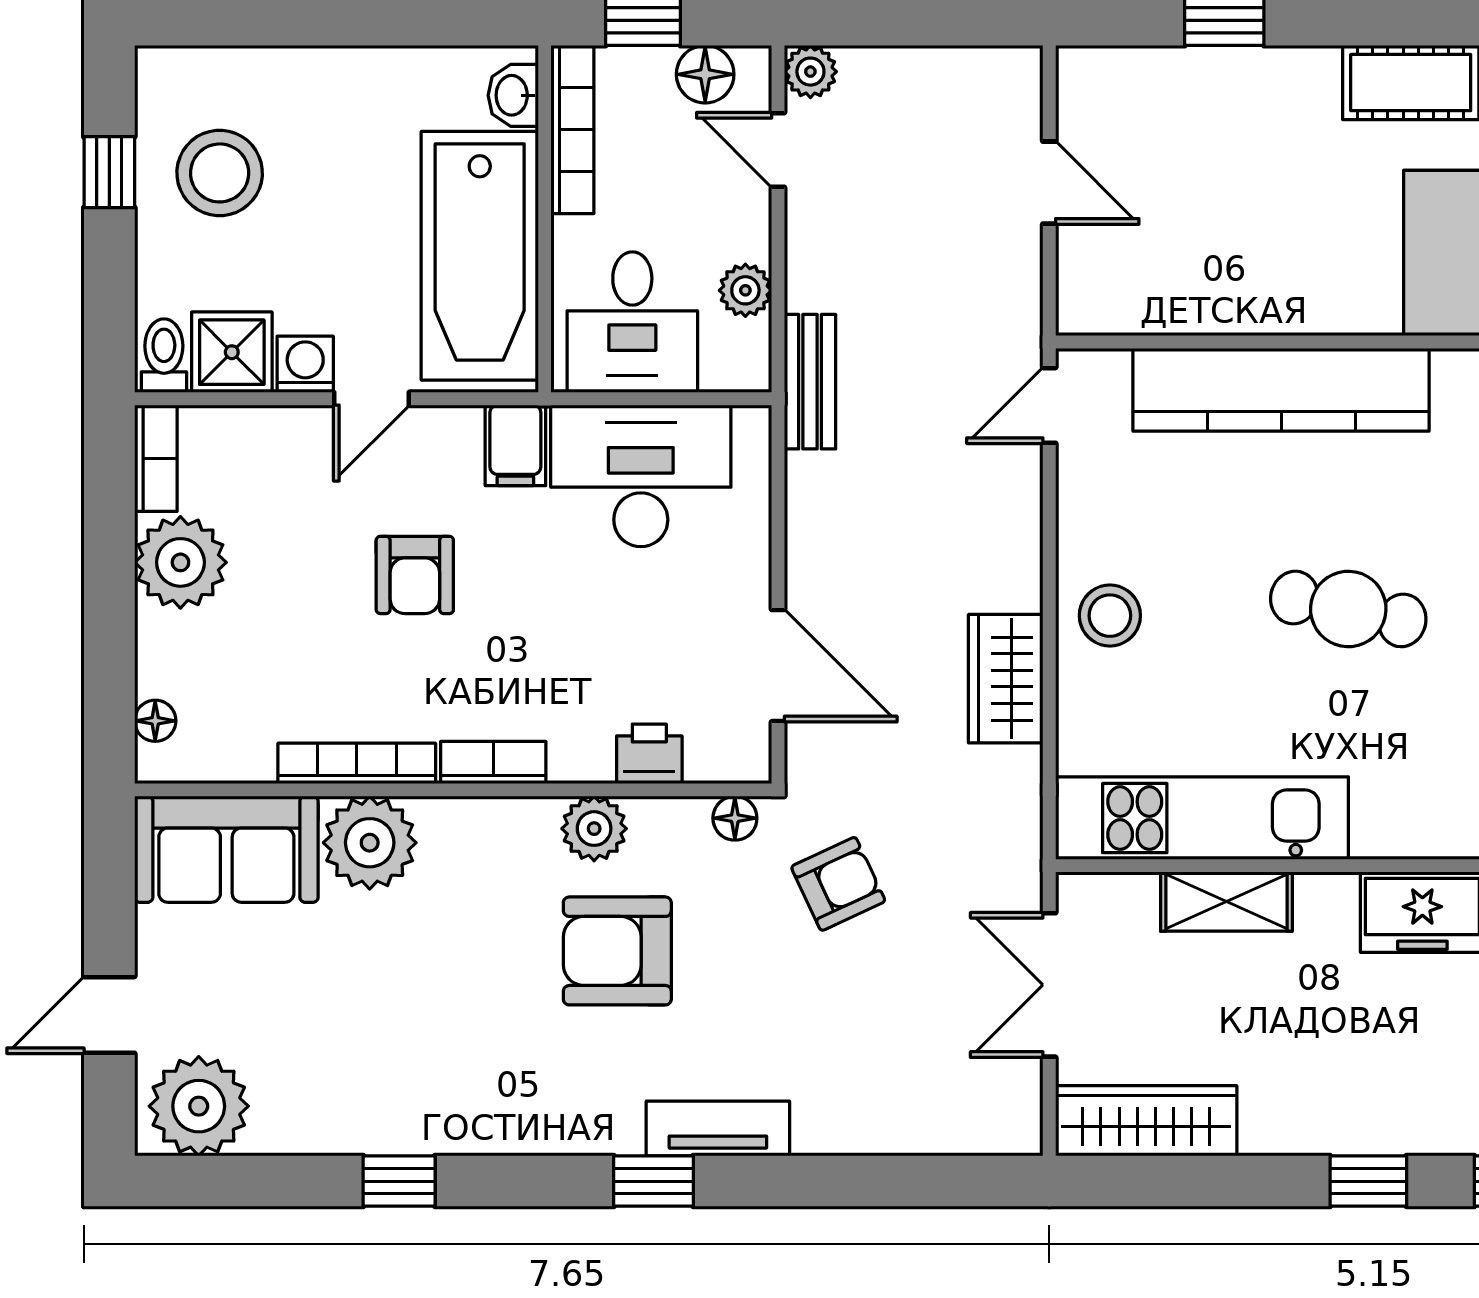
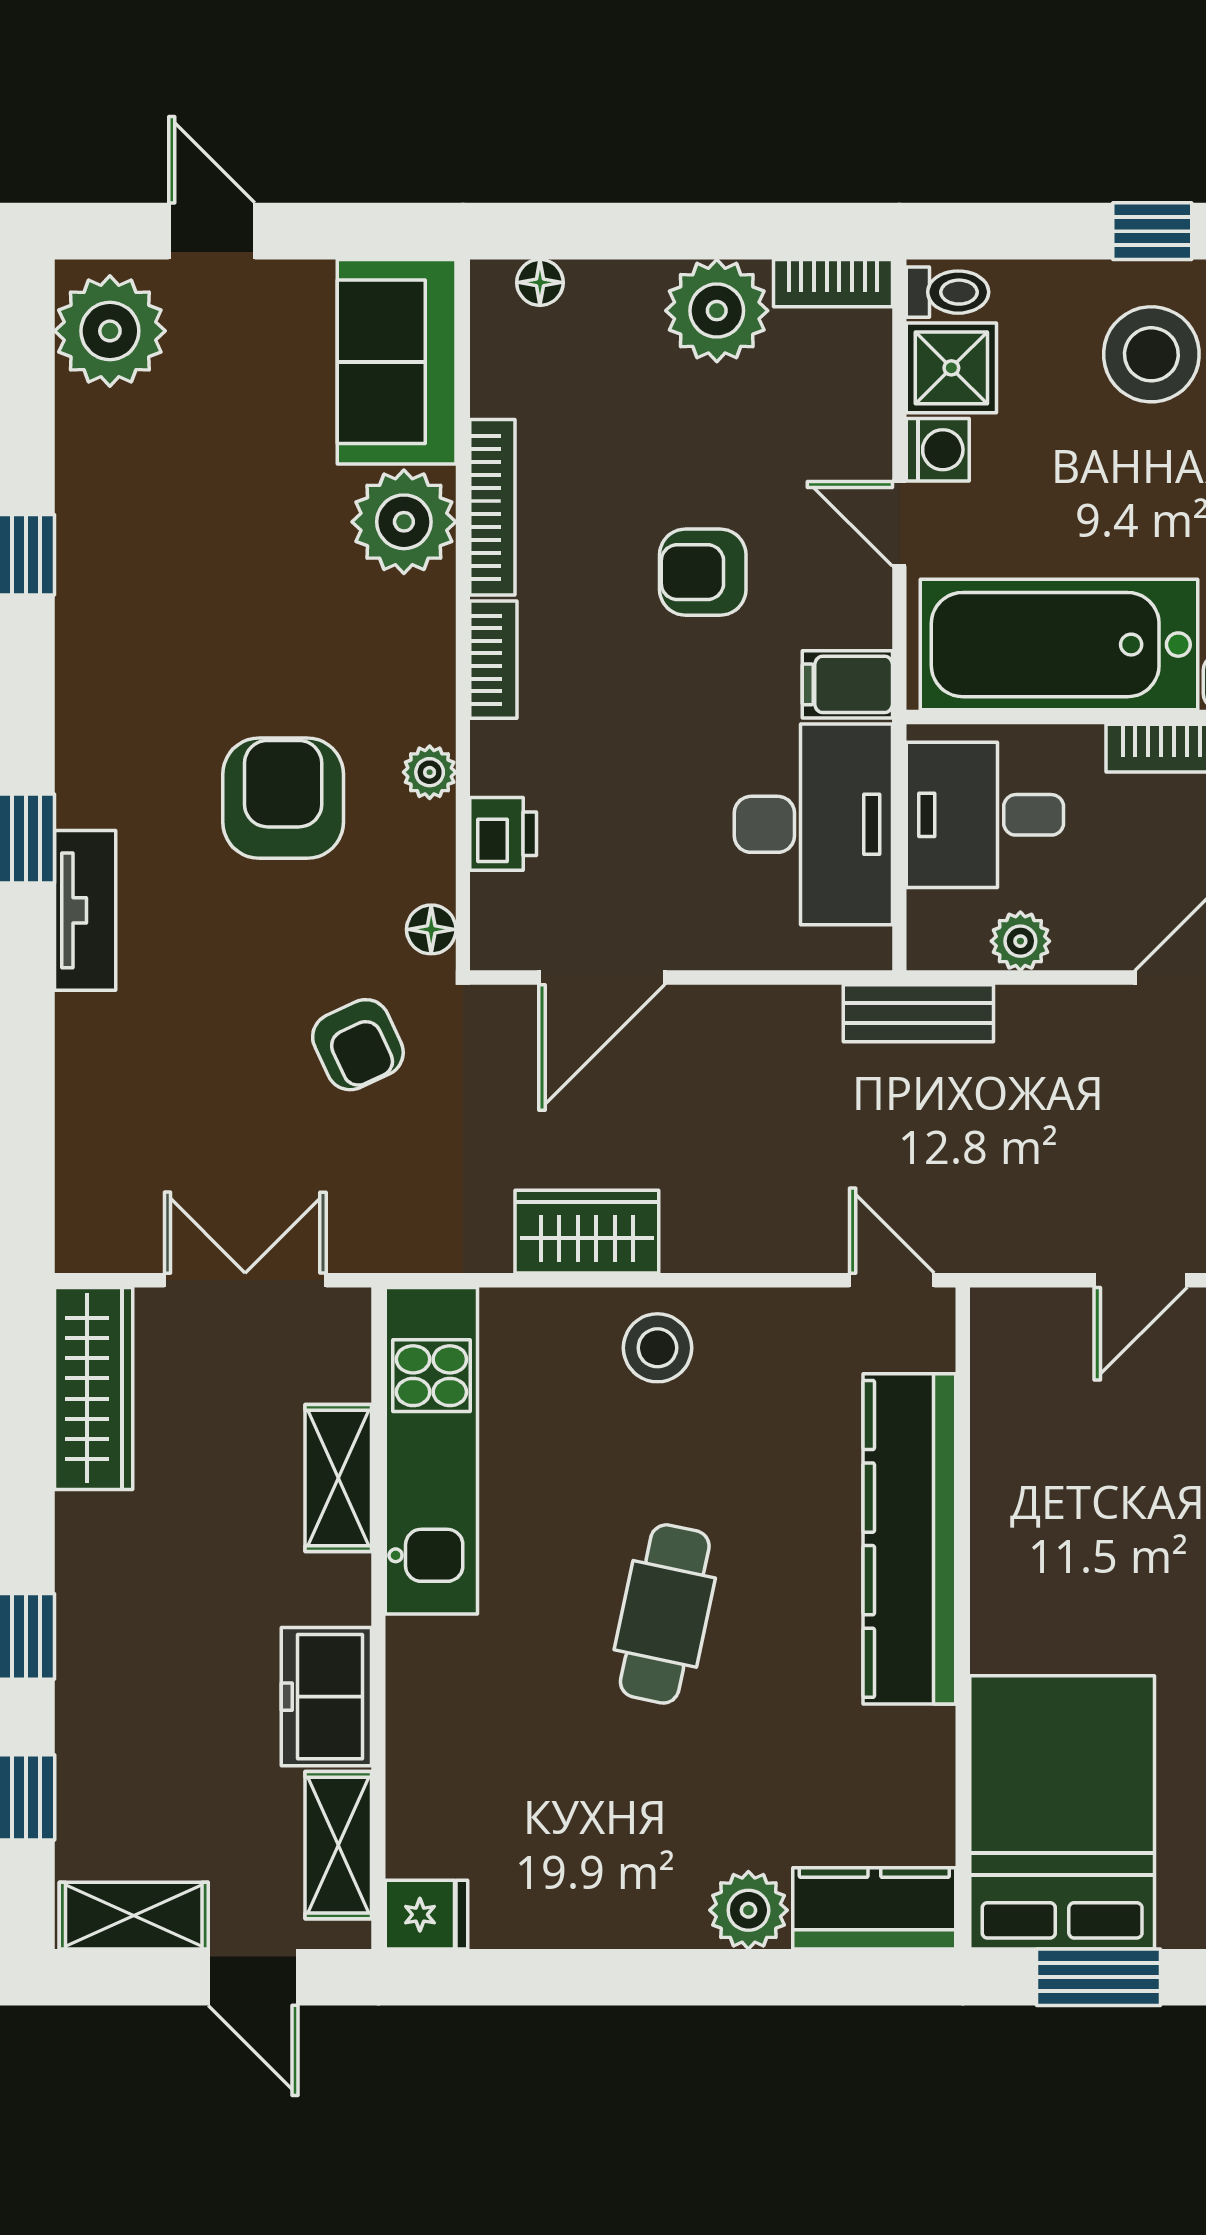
plant: (594, 829) -> (430, 772), width x0.73, depth x0.73

